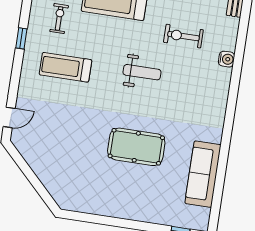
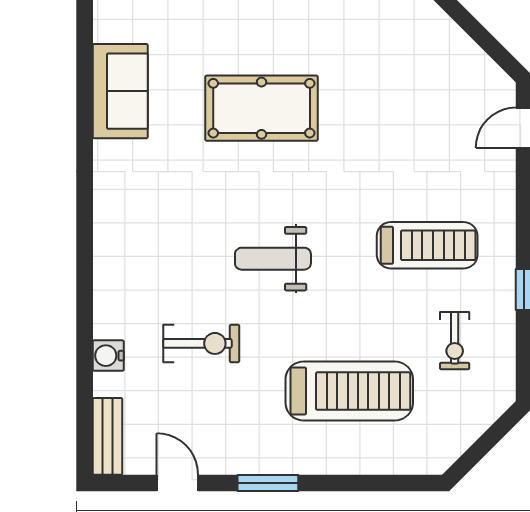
water cooler: (227, 59) -> (108, 356), moved
sofa: (203, 174) -> (120, 91), width x0.73

